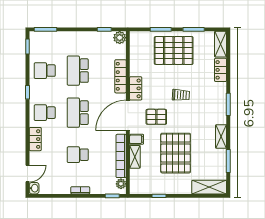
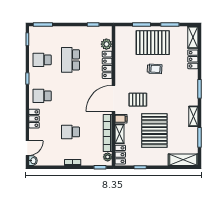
plant: (120, 38) -> (106, 44), moved
locker: (136, 88) -> (120, 155), moved
trolley: (181, 95) -> (155, 69), moved
school desk: (78, 113) -> (70, 96), removed

